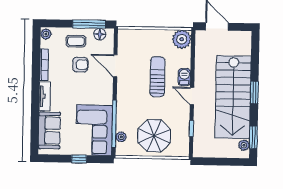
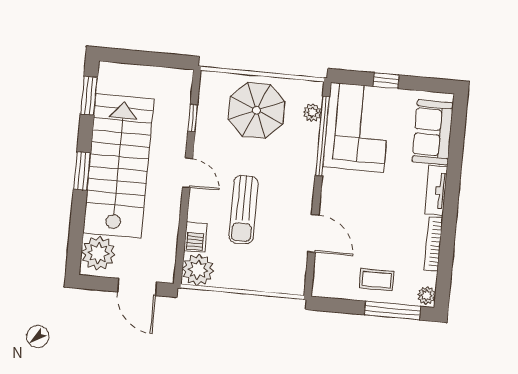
window: (89, 24) -> (392, 311), moved
floor lamp: (100, 34) -> (336, 289), removed
armchair: (80, 65) -> (372, 240), removed
barbecue: (184, 77) -> (195, 237), moved
plant: (244, 145) -> (98, 253), moved, width x1.88, depth x1.88

